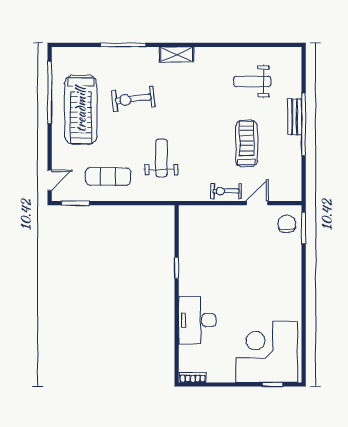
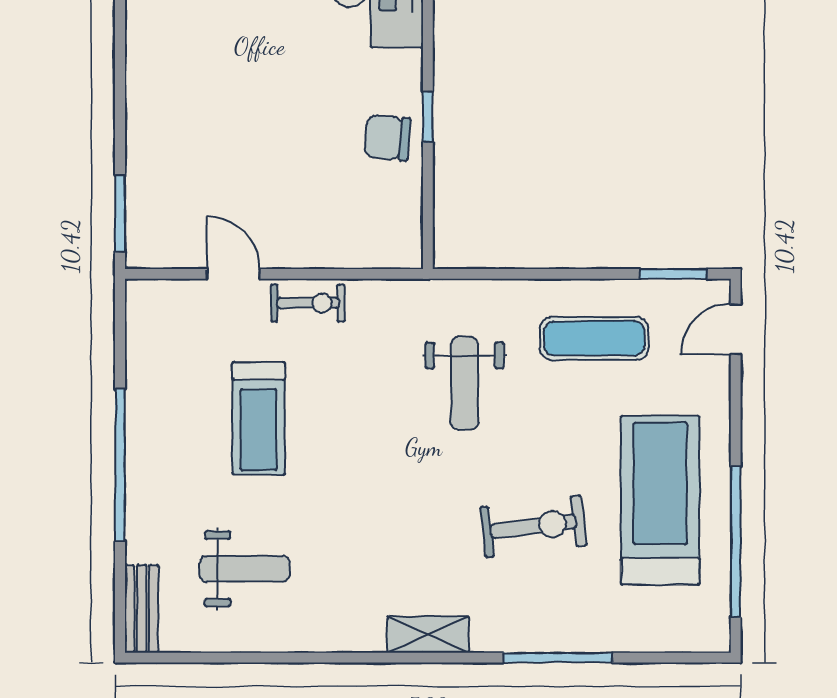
bench: (295, 117) -> (142, 609), moved
door: (257, 203) -> (233, 274), swing flipped
chair: (287, 224) -> (388, 138), moved, turned 95

